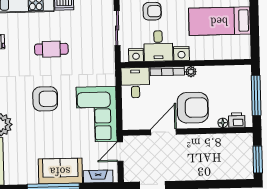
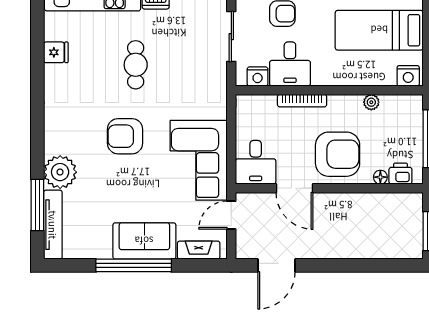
cafe table: (51, 49) -> (136, 65), turned 90
nightstand: (181, 54) -> (408, 76), moved
plant: (191, 72) -> (371, 102), moved
desk: (135, 83) -> (256, 162), moved, turned 180
armchair: (45, 99) -> (125, 136), turned 180
door: (163, 132) -> (294, 188), swing flipped

